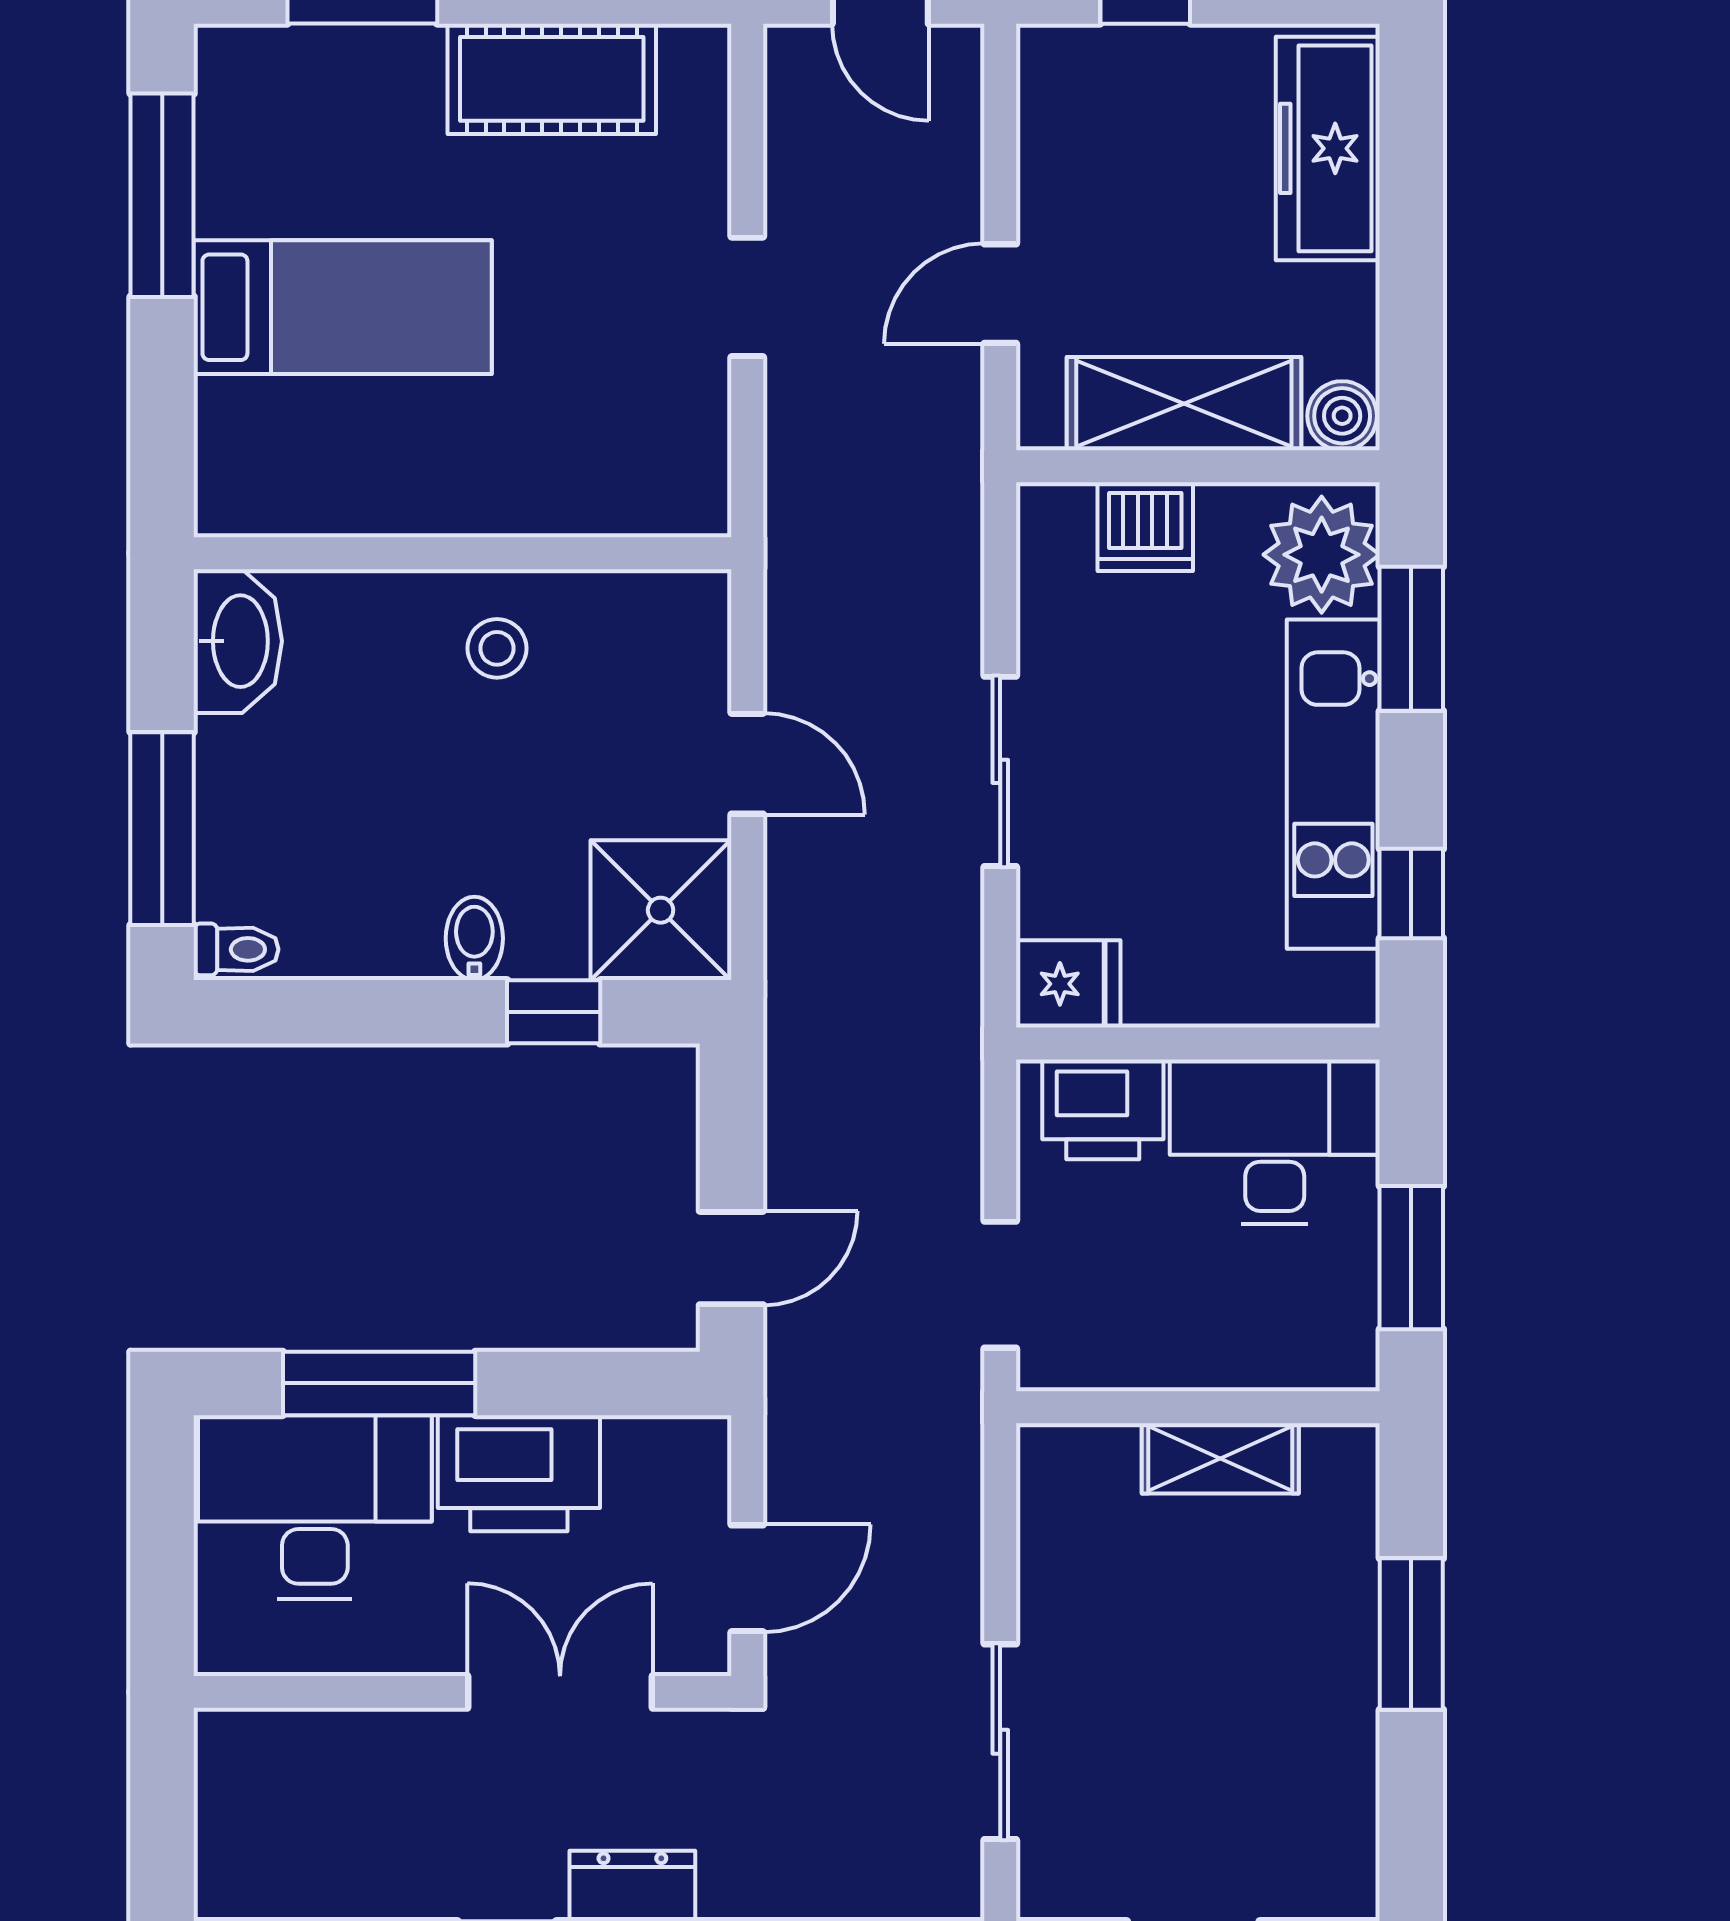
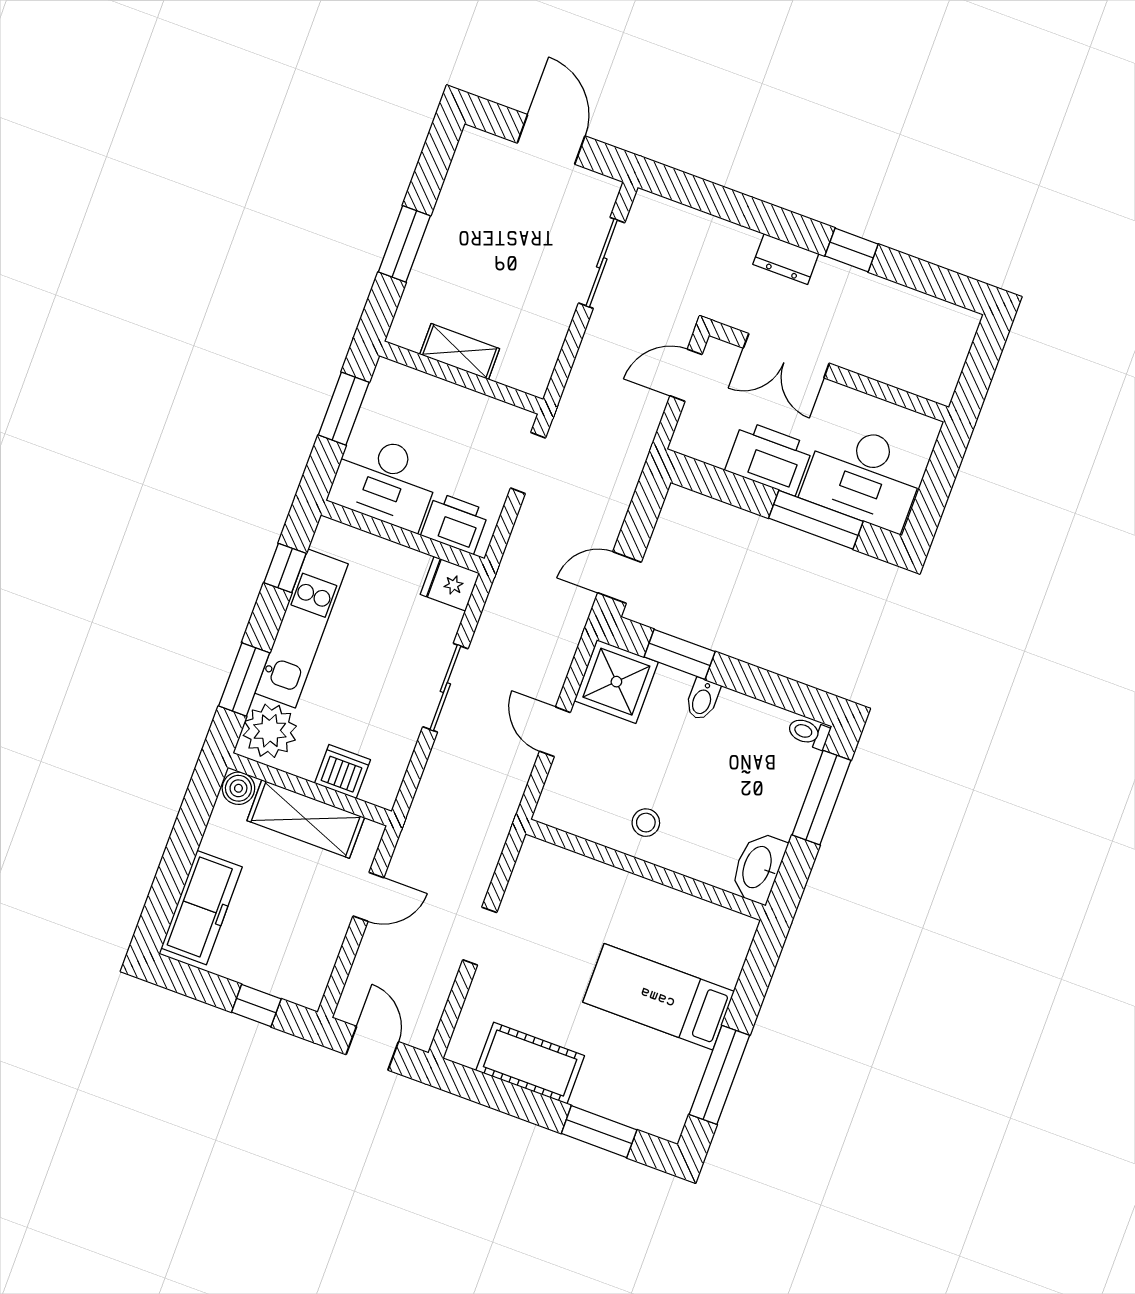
window: (554, 1012) -> (680, 654), width x1.50
door: (731, 1258) -> (619, 578), moved

